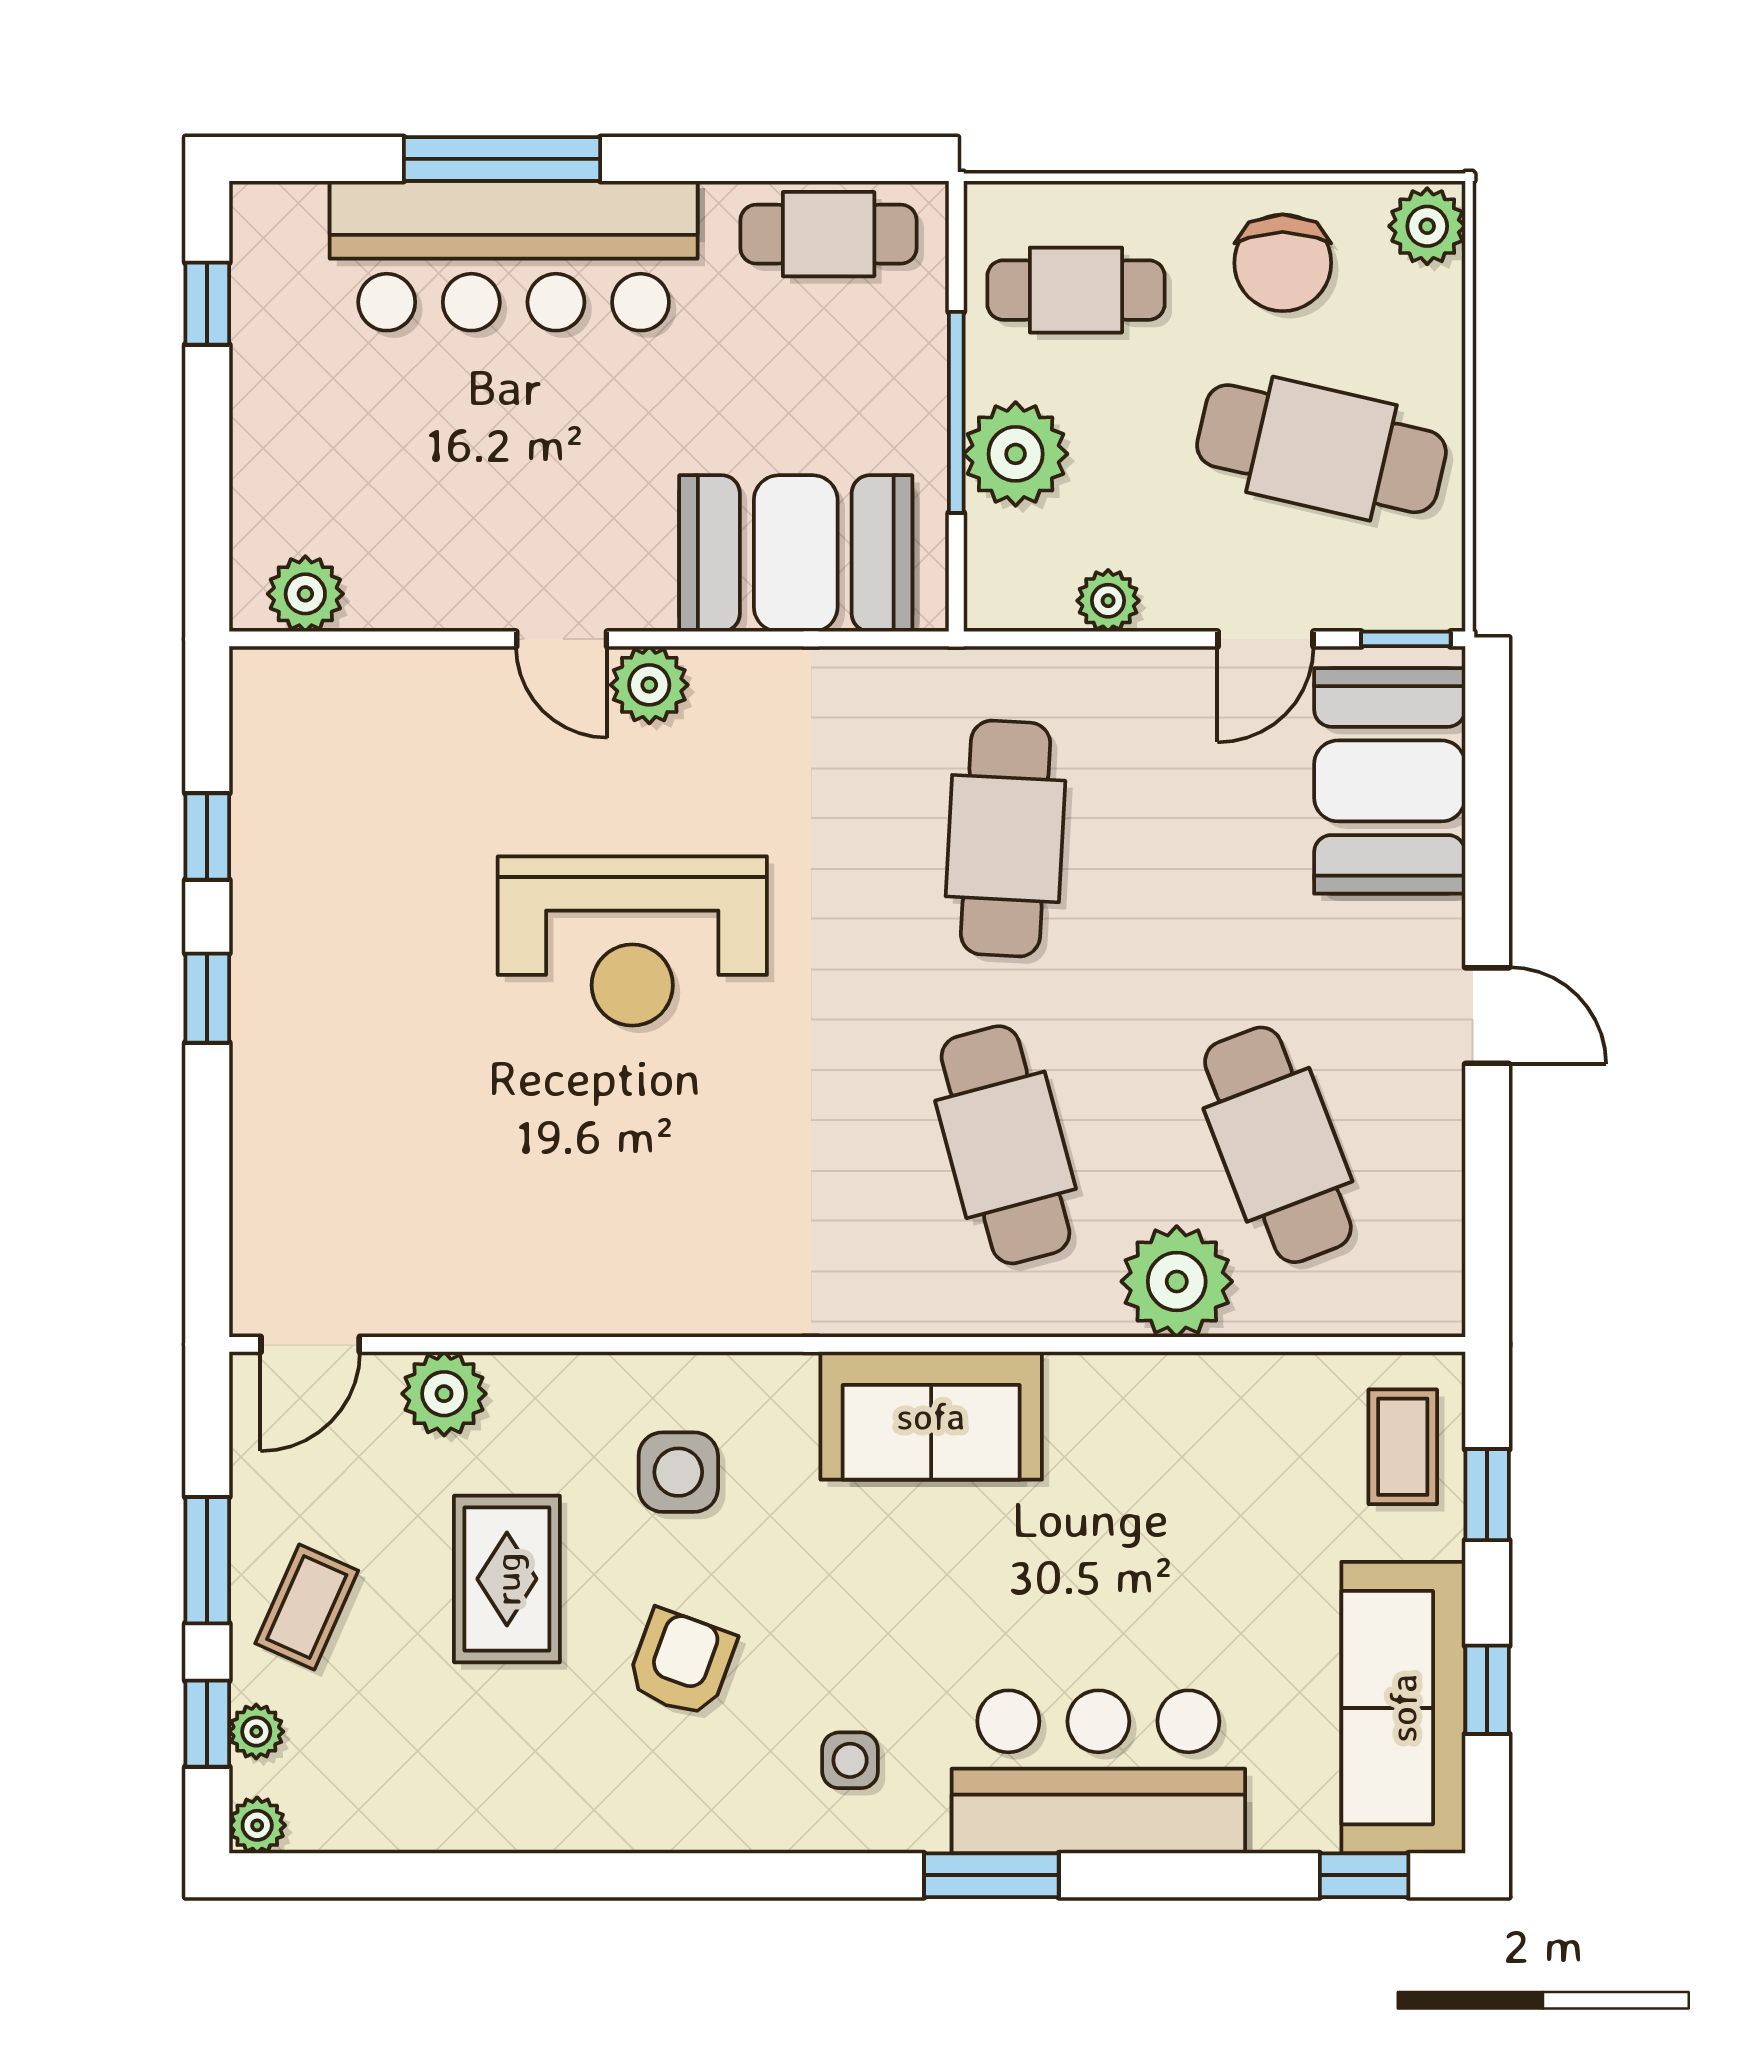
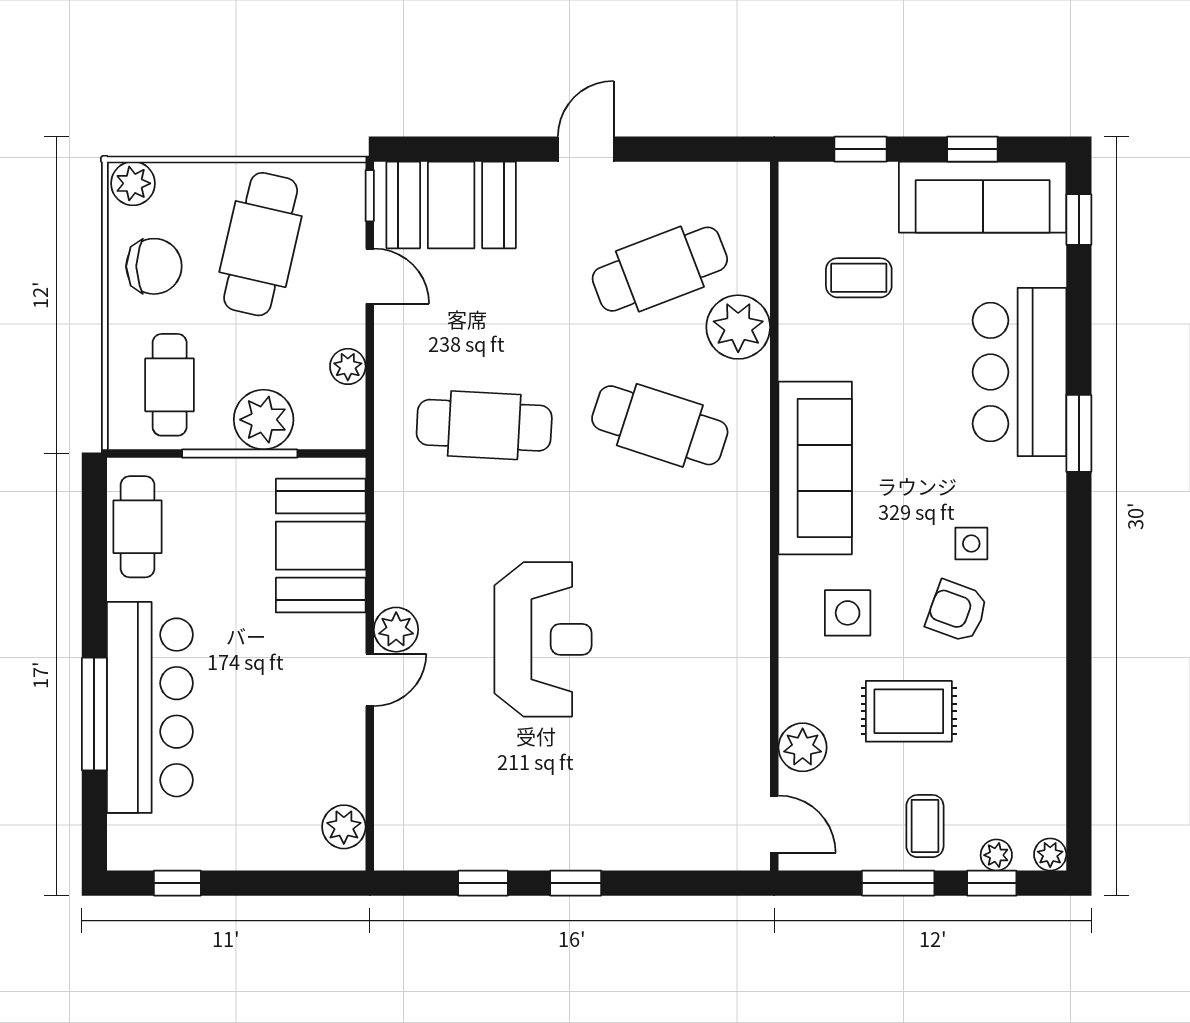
cafe table: (1006, 1145) -> (660, 425), turned 33
sofa: (931, 1416) -> (815, 468), width x1.36
coffee table: (1403, 1447) -> (859, 278), moved
coffee table: (307, 1607) -> (925, 826), turned 66
side table: (850, 1760) -> (971, 544), moved

